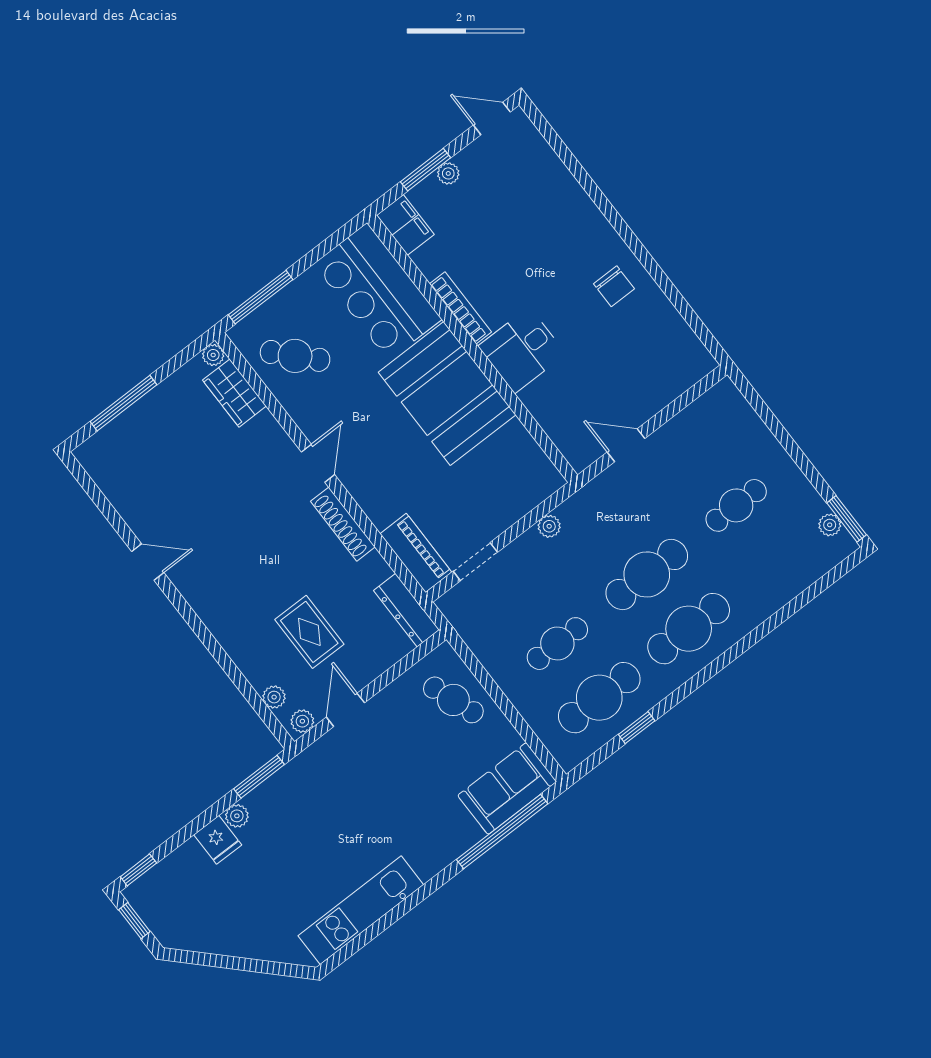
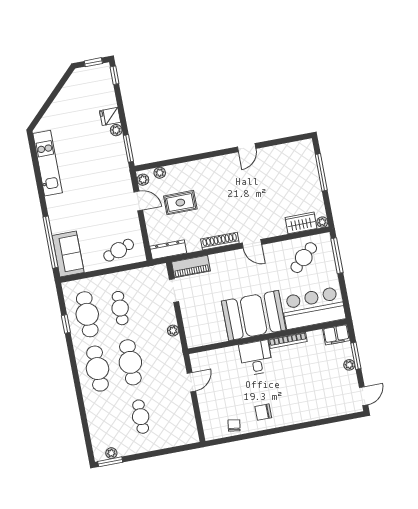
chair: (665, 327) -> (234, 425), added

